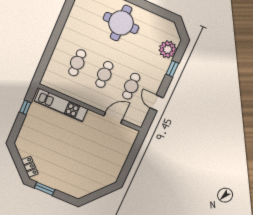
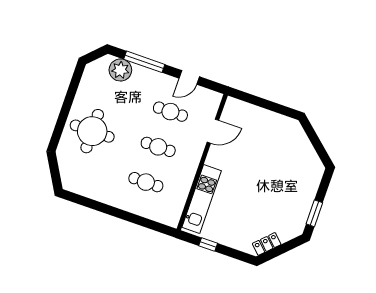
window: (172, 69) -> (144, 62), width x2.17
door: (113, 118) -> (213, 131), swing flipped
locker: (30, 167) -> (267, 244), moved

